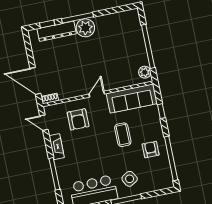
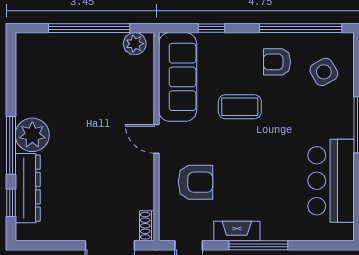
window: (54, 174) -> (258, 245), moved
side table: (130, 179) -> (324, 72), moved

